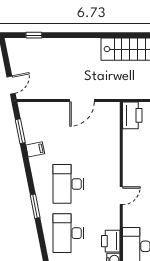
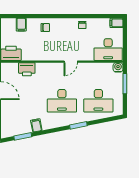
door: (121, 196) -> (71, 62), swing flipped
printer: (111, 241) -> (27, 69), moved

